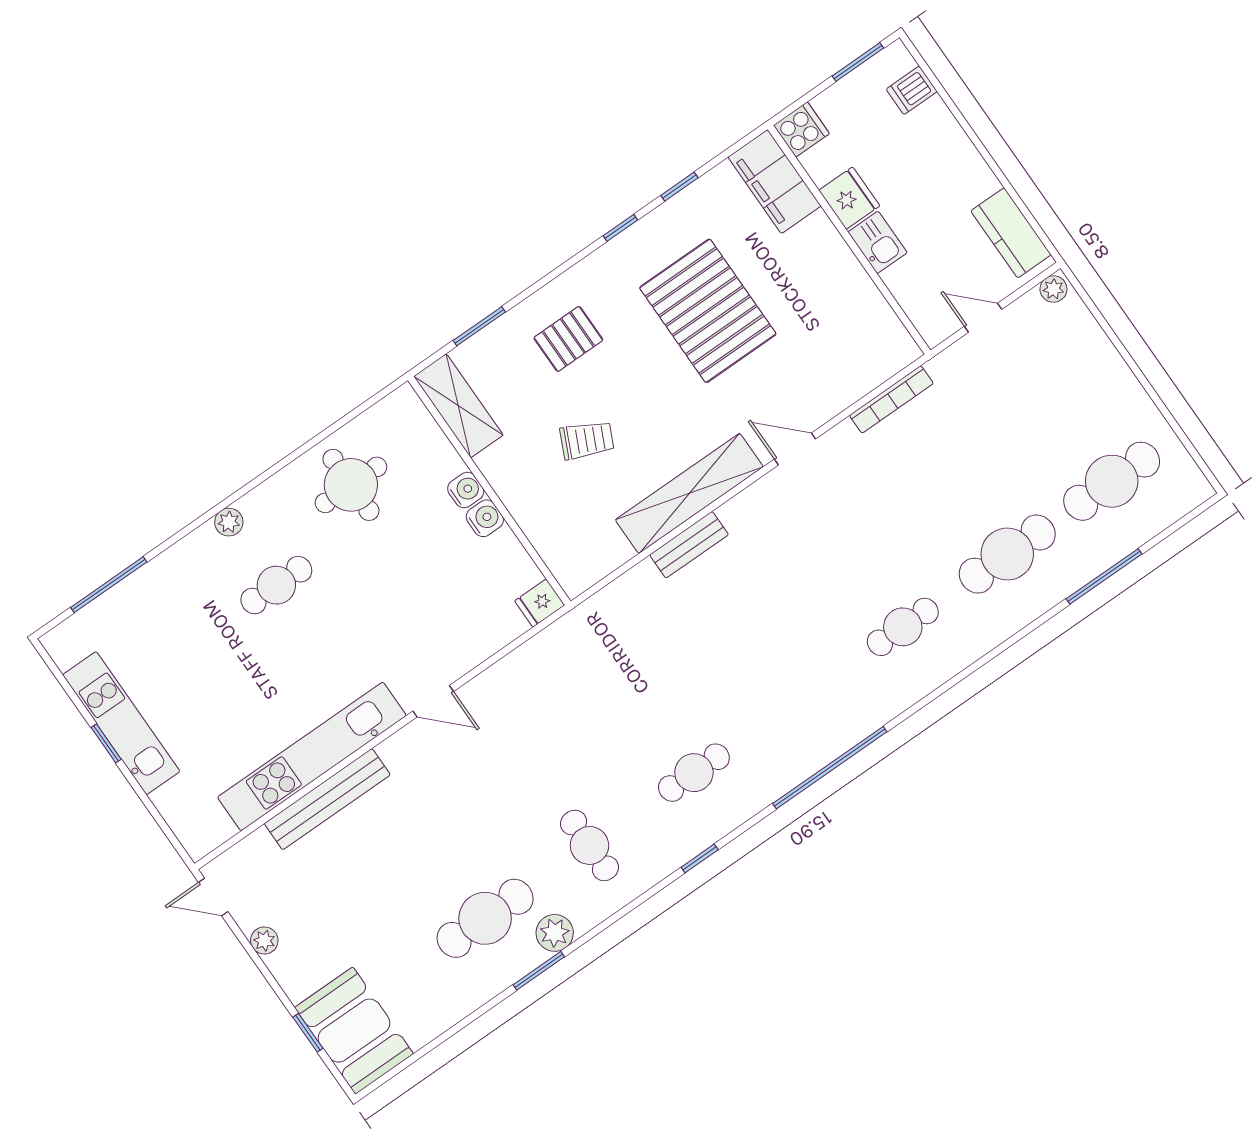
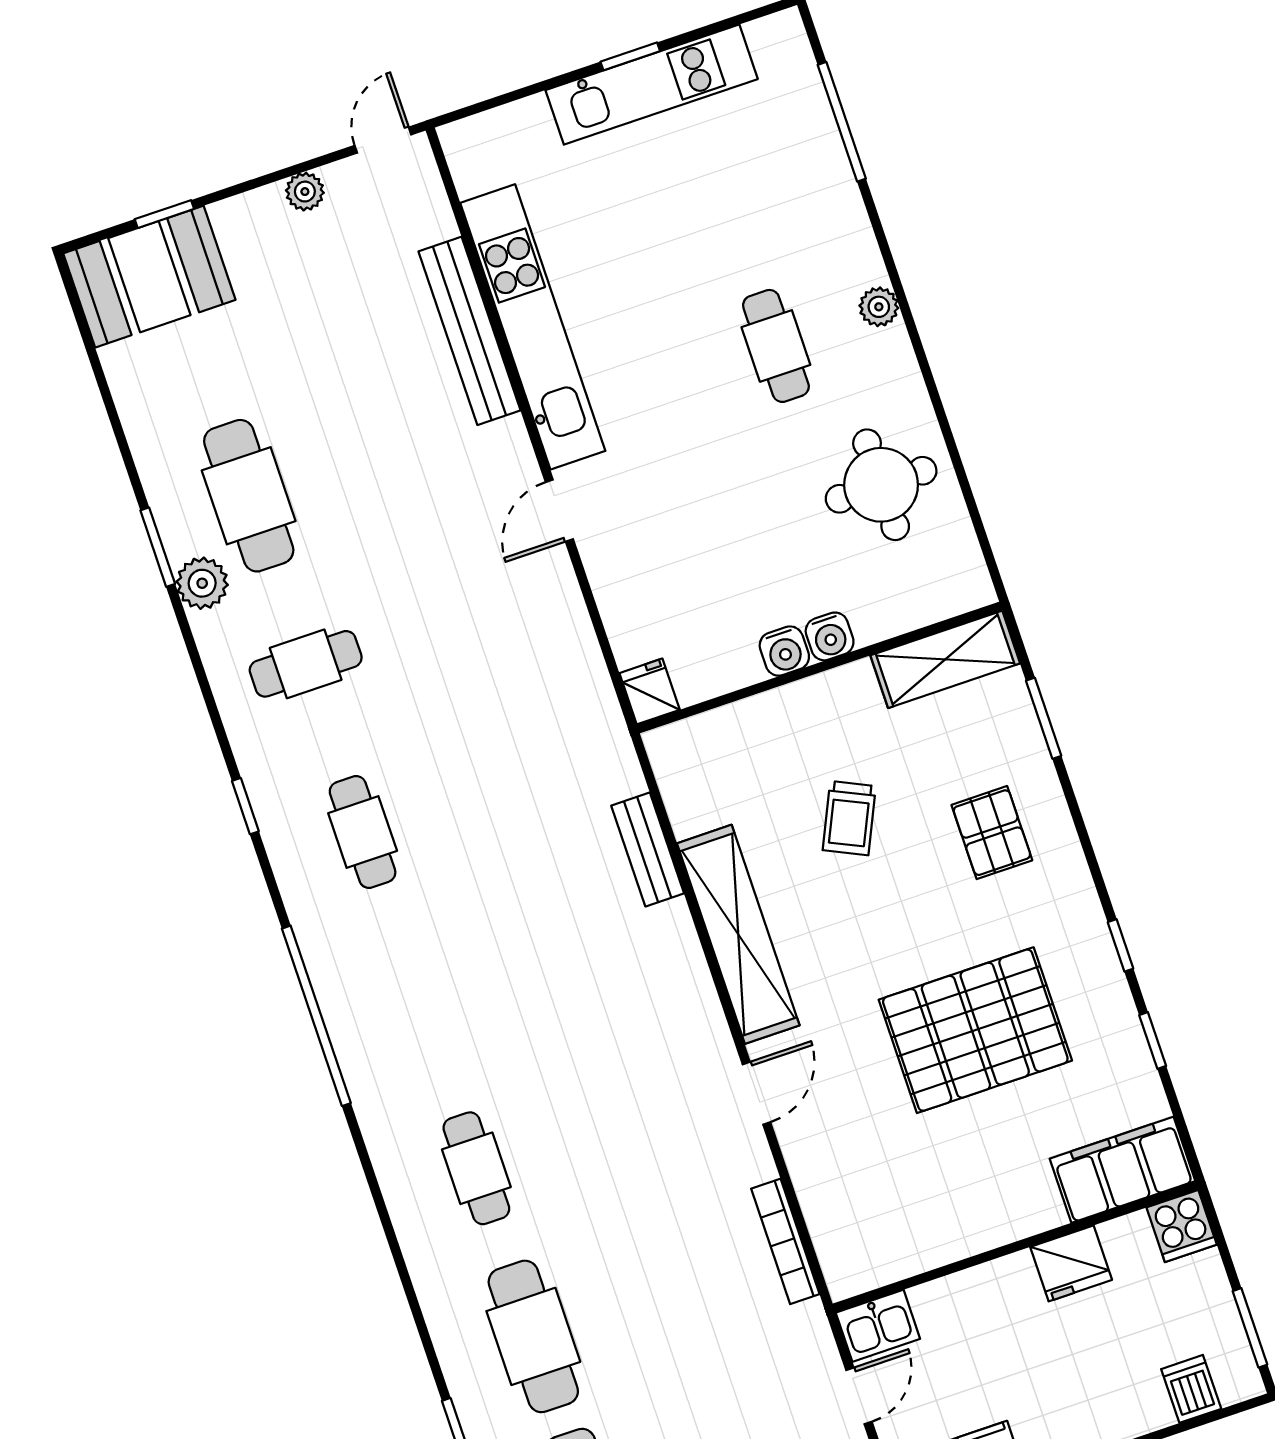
kitchen sink: (878, 242) -> (878, 1326), moved
bench: (689, 545) -> (648, 850), moved

